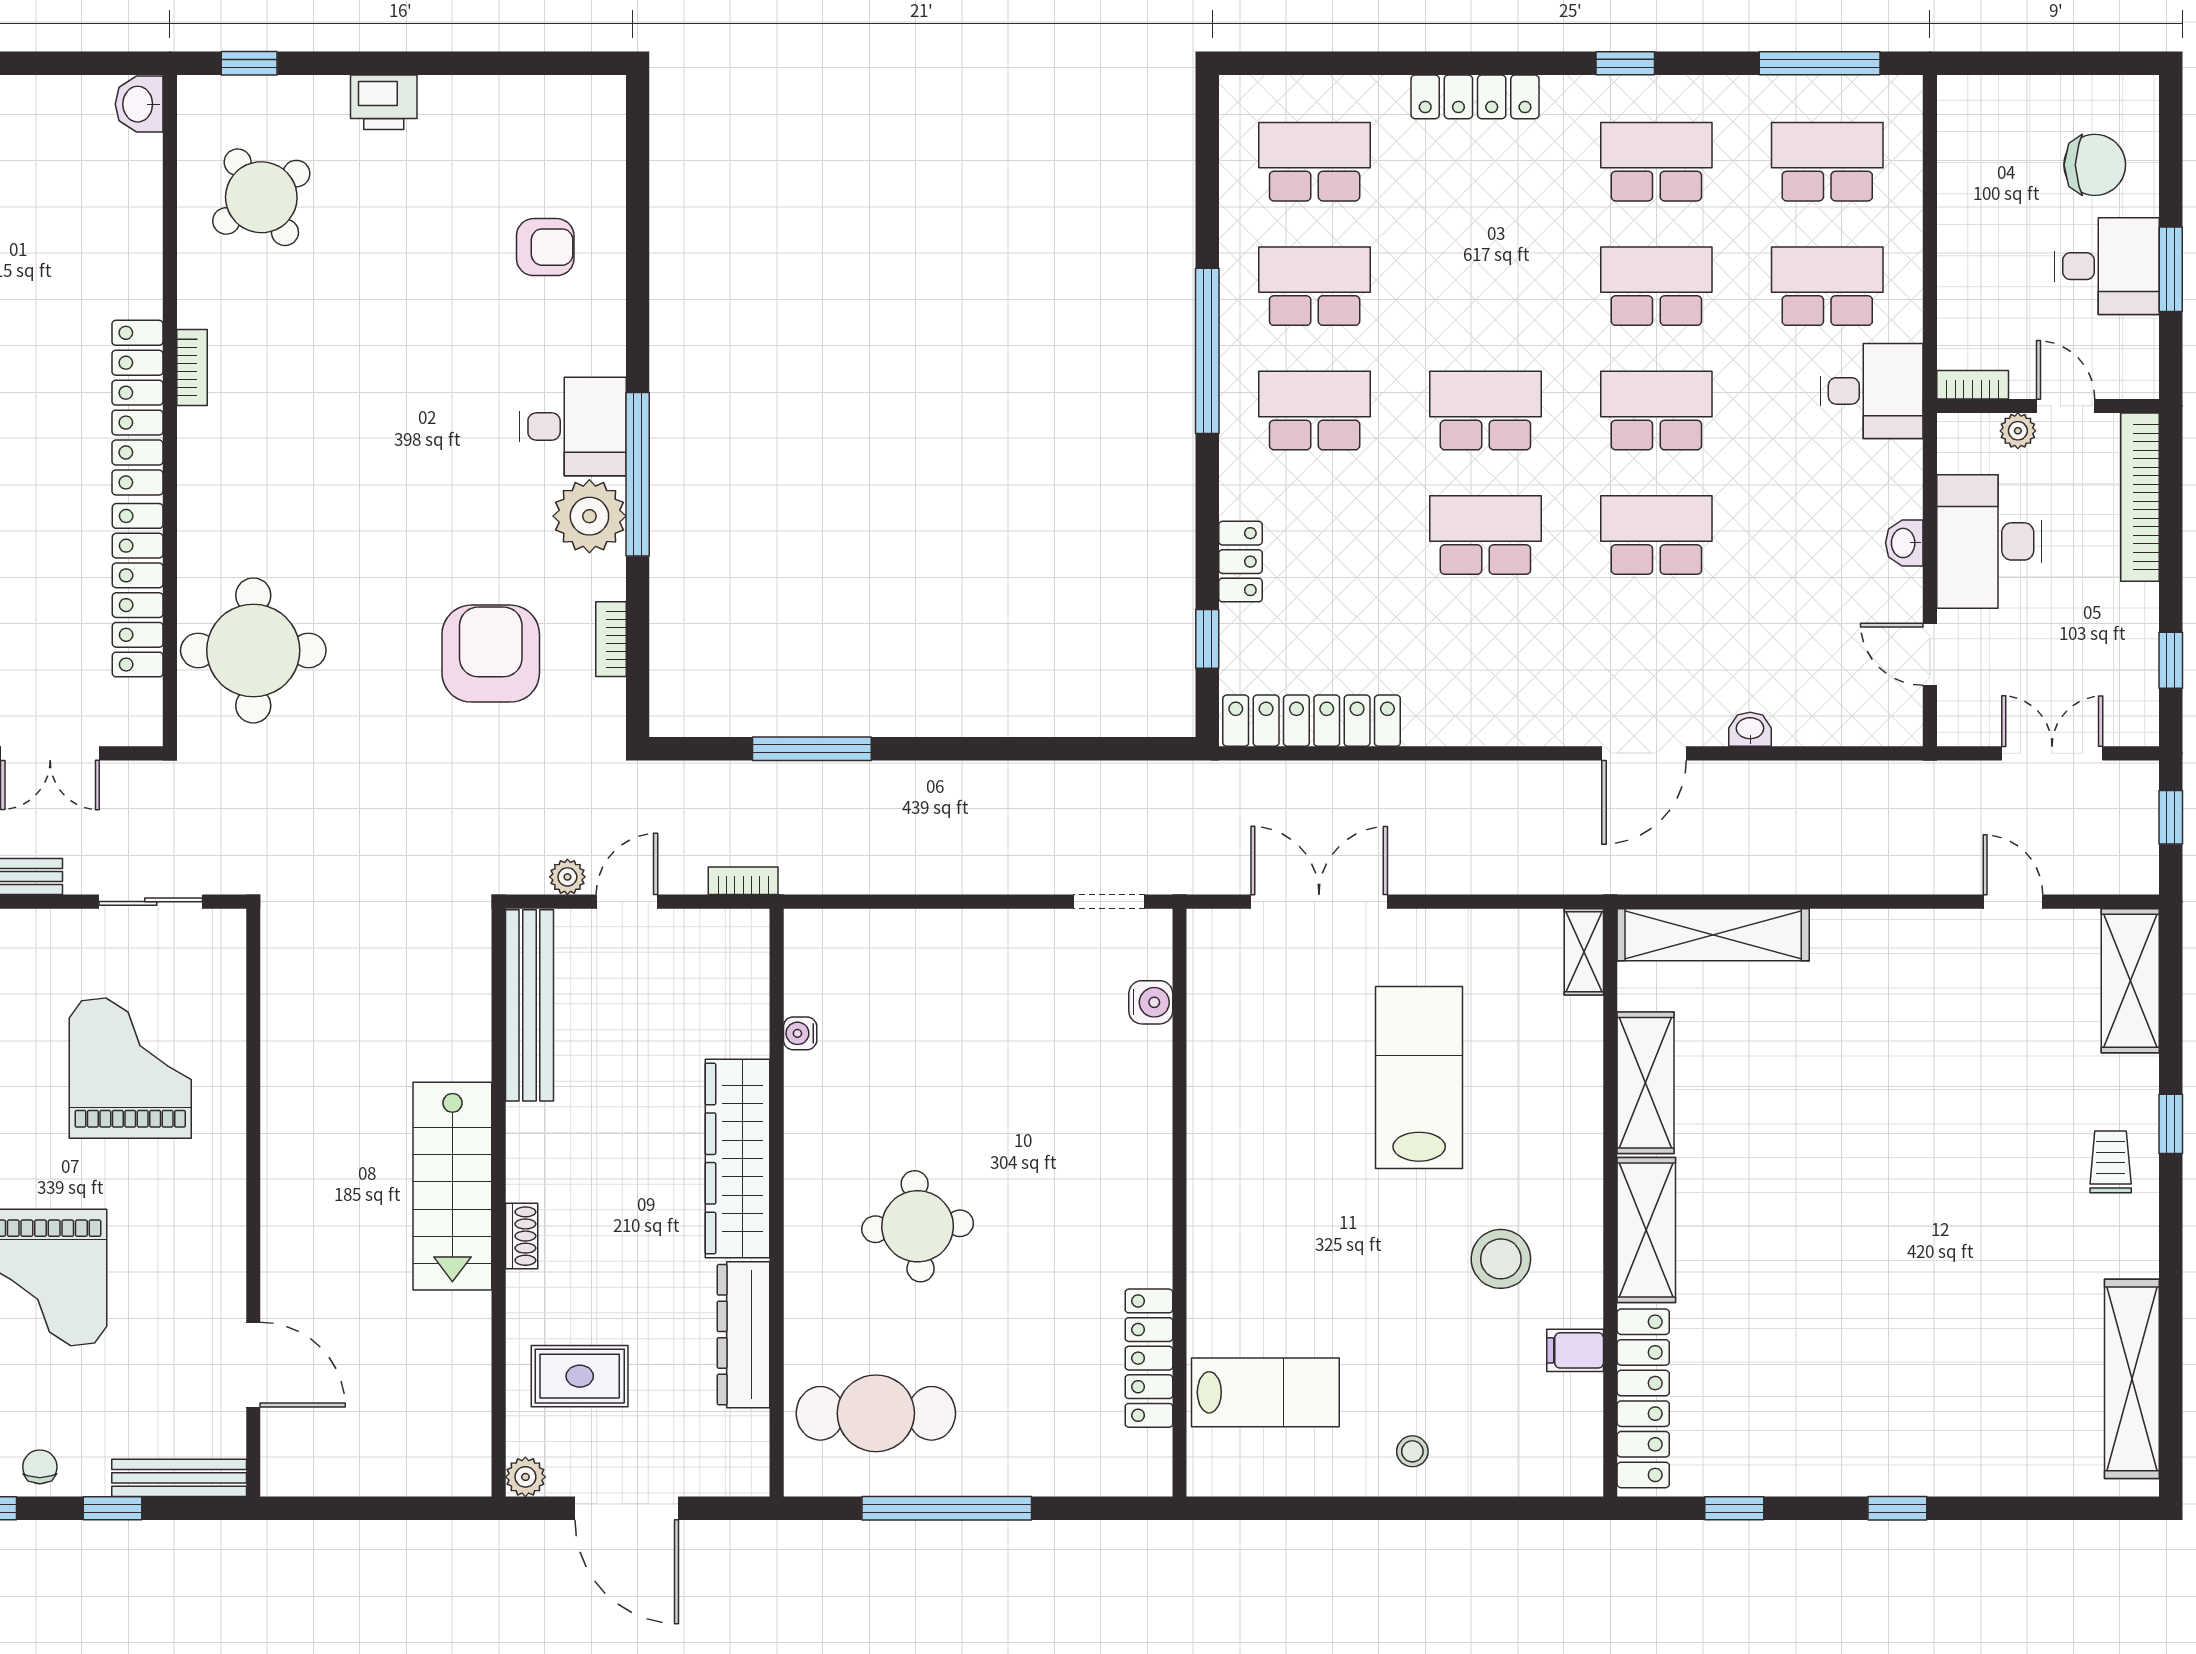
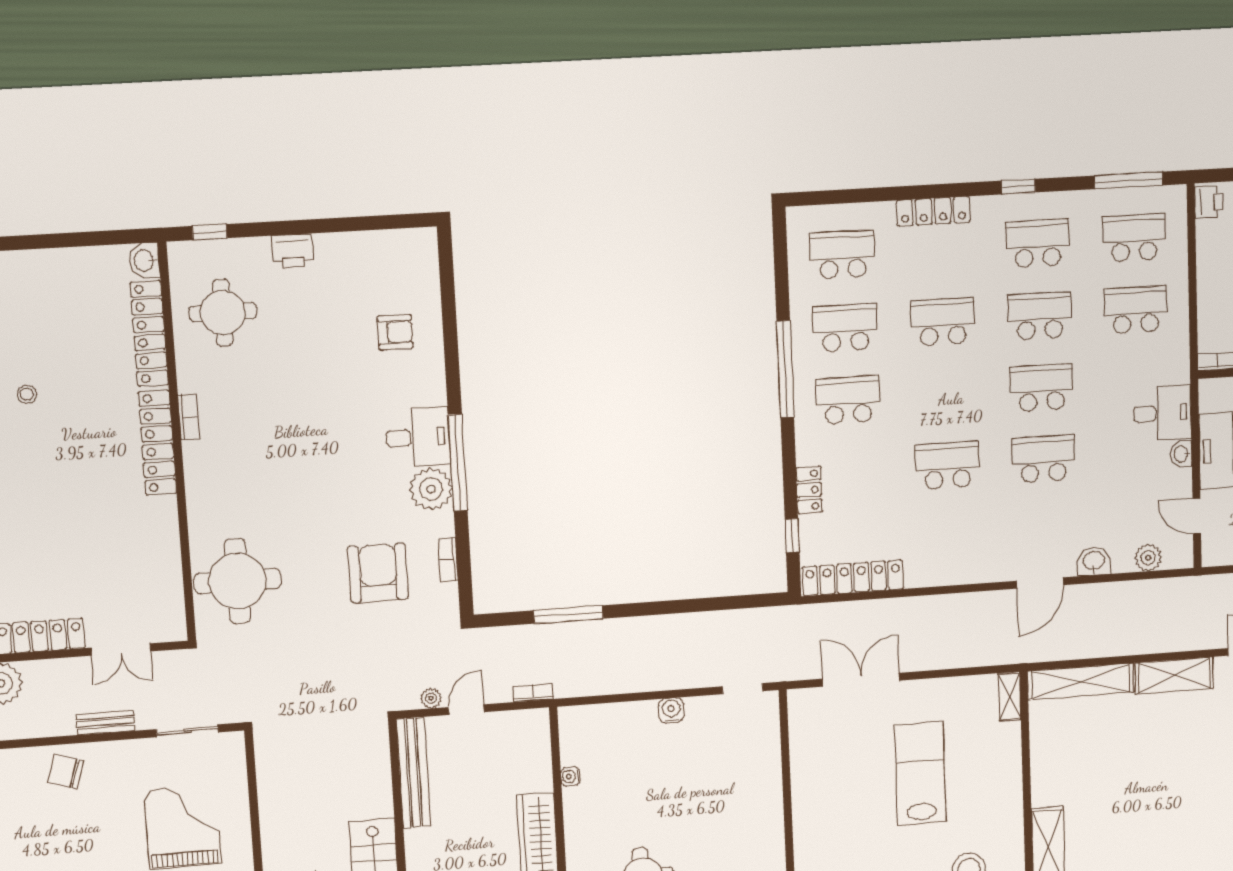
printer: (1962, 108) -> (1209, 202), added
round table: (261, 197) -> (223, 313), turned 34
desk: (1872, 391) -> (1162, 413), moved
school desk: (1485, 411) -> (943, 322), moved
locker: (138, 590) -> (149, 334), moved
plant: (1840, 722) -> (1148, 558), added
washbasin: (1750, 729) -> (1094, 561), width x1.38, depth x1.45
water cooler: (1151, 1002) -> (671, 710), moved, turned -90
shelving: (1646, 1083) -> (1174, 676), moved, turned 90

